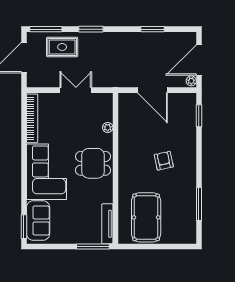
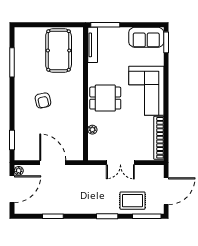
sofa: (38, 220) -> (146, 37), moved, turned -90

